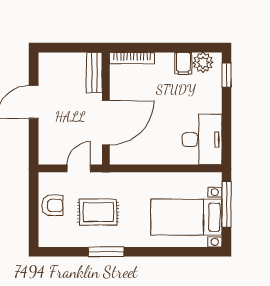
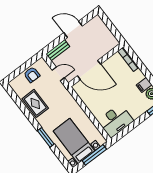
bench: (94, 73) -> (58, 50), moved
rug: (98, 212) -> (35, 103), moved
window: (106, 252) -> (46, 137), moved

